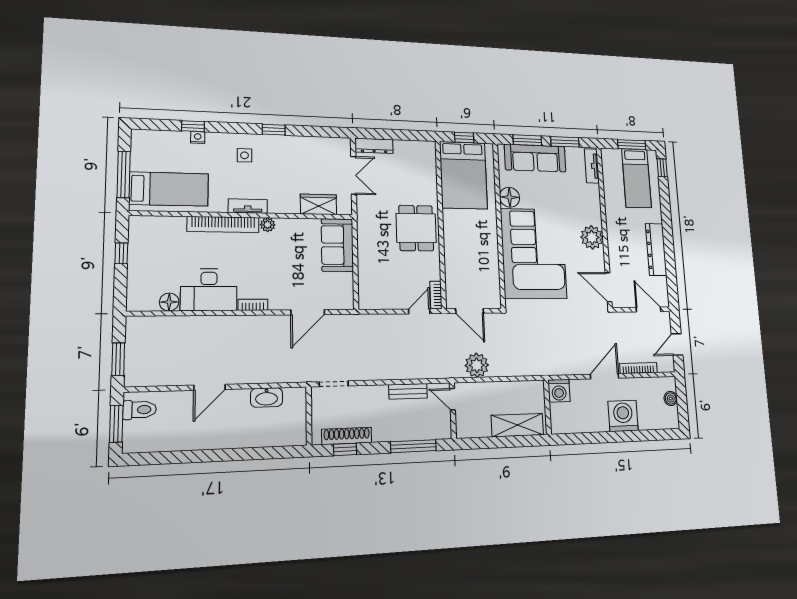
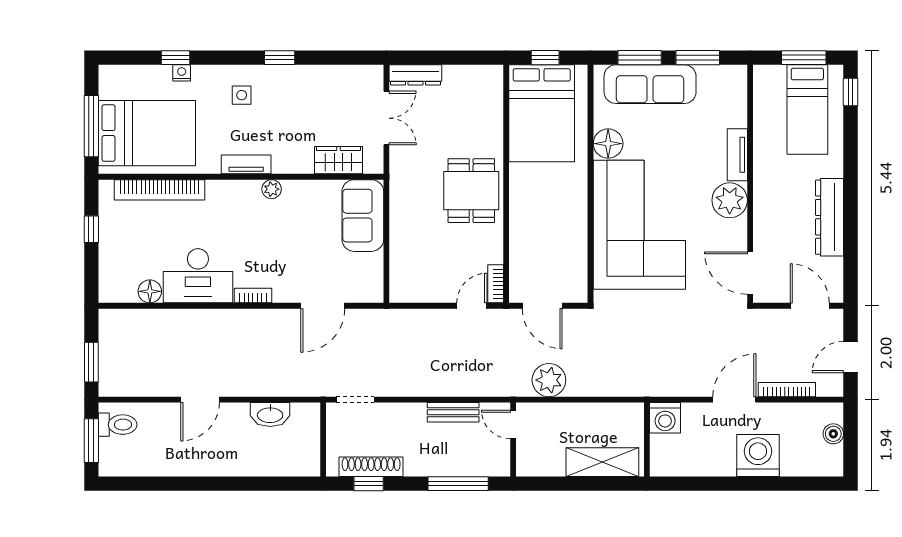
tv unit: (592, 166) -> (737, 155), moved
bed: (169, 189) -> (147, 133), width x1.50
bookcase: (223, 224) -> (160, 190), moved

